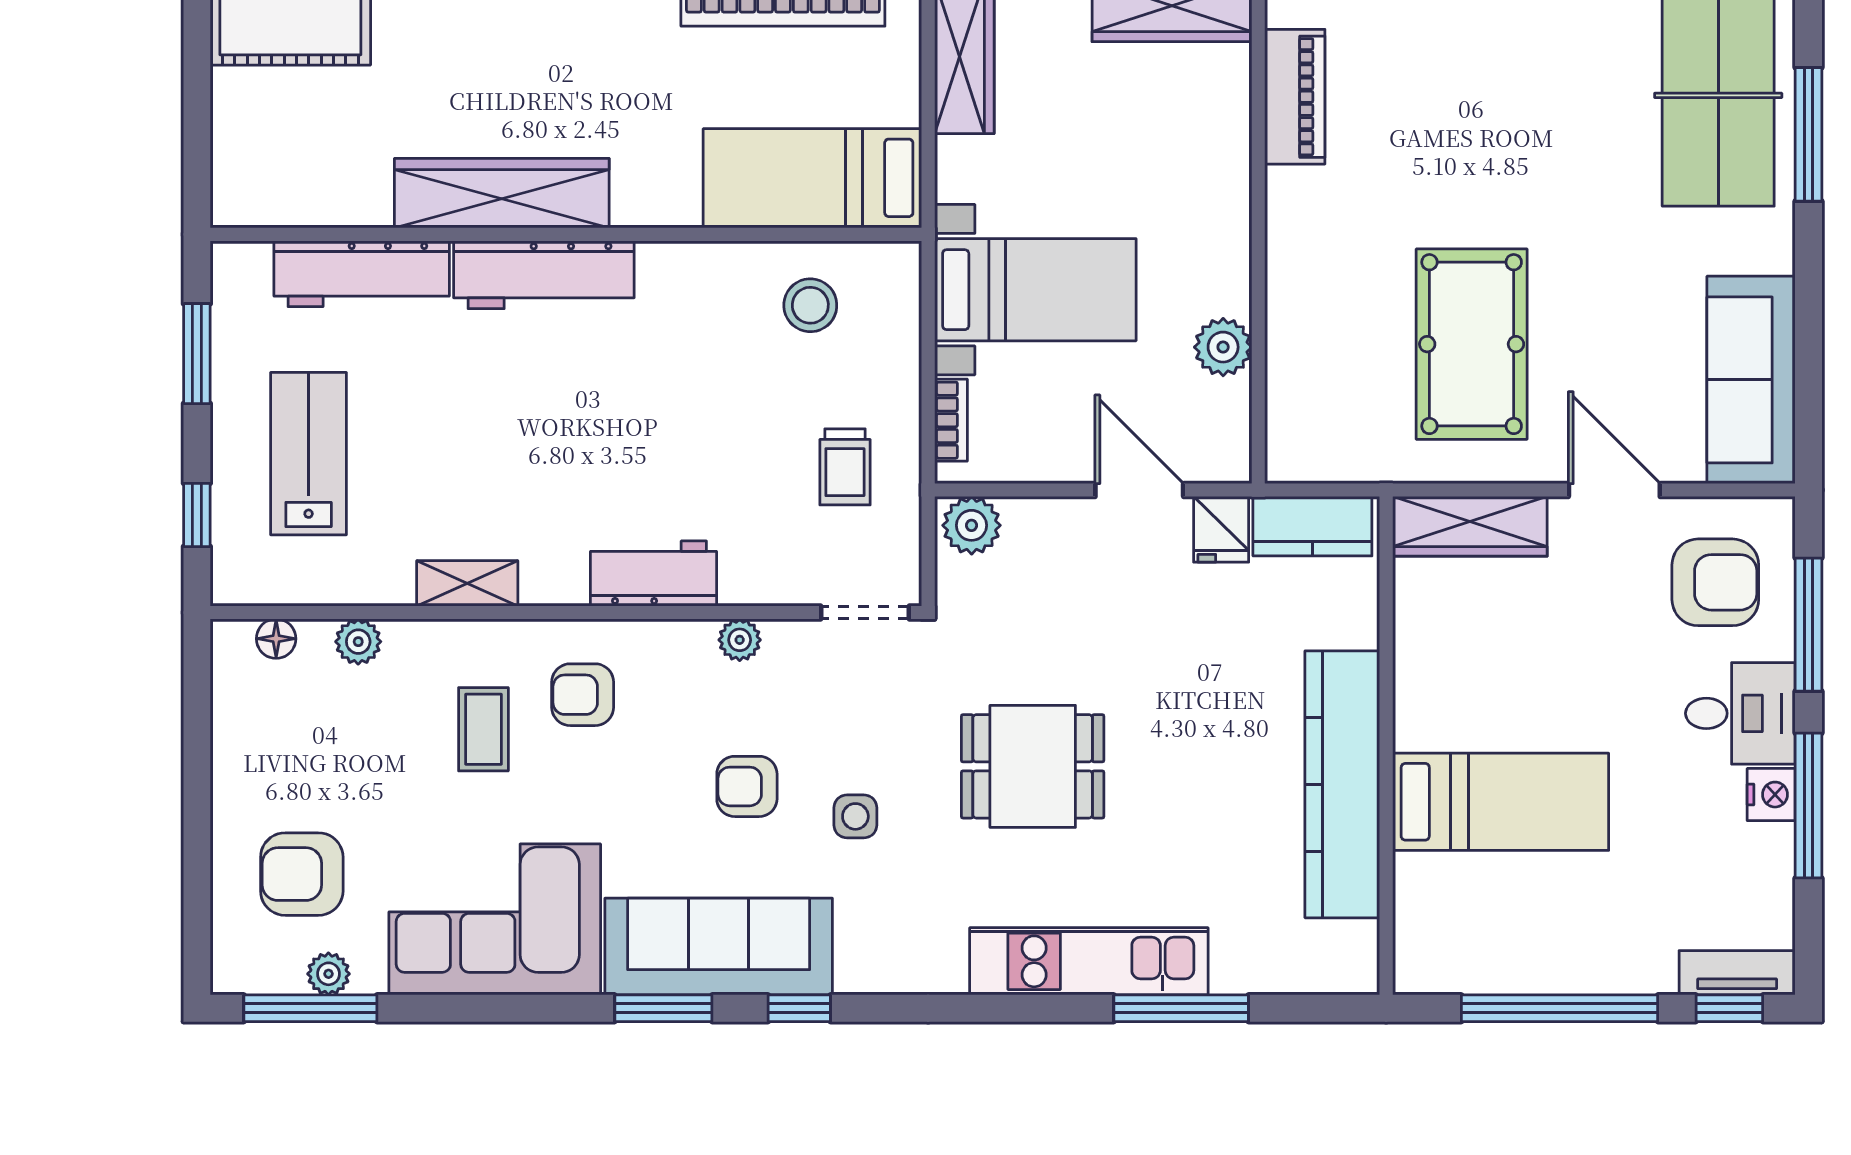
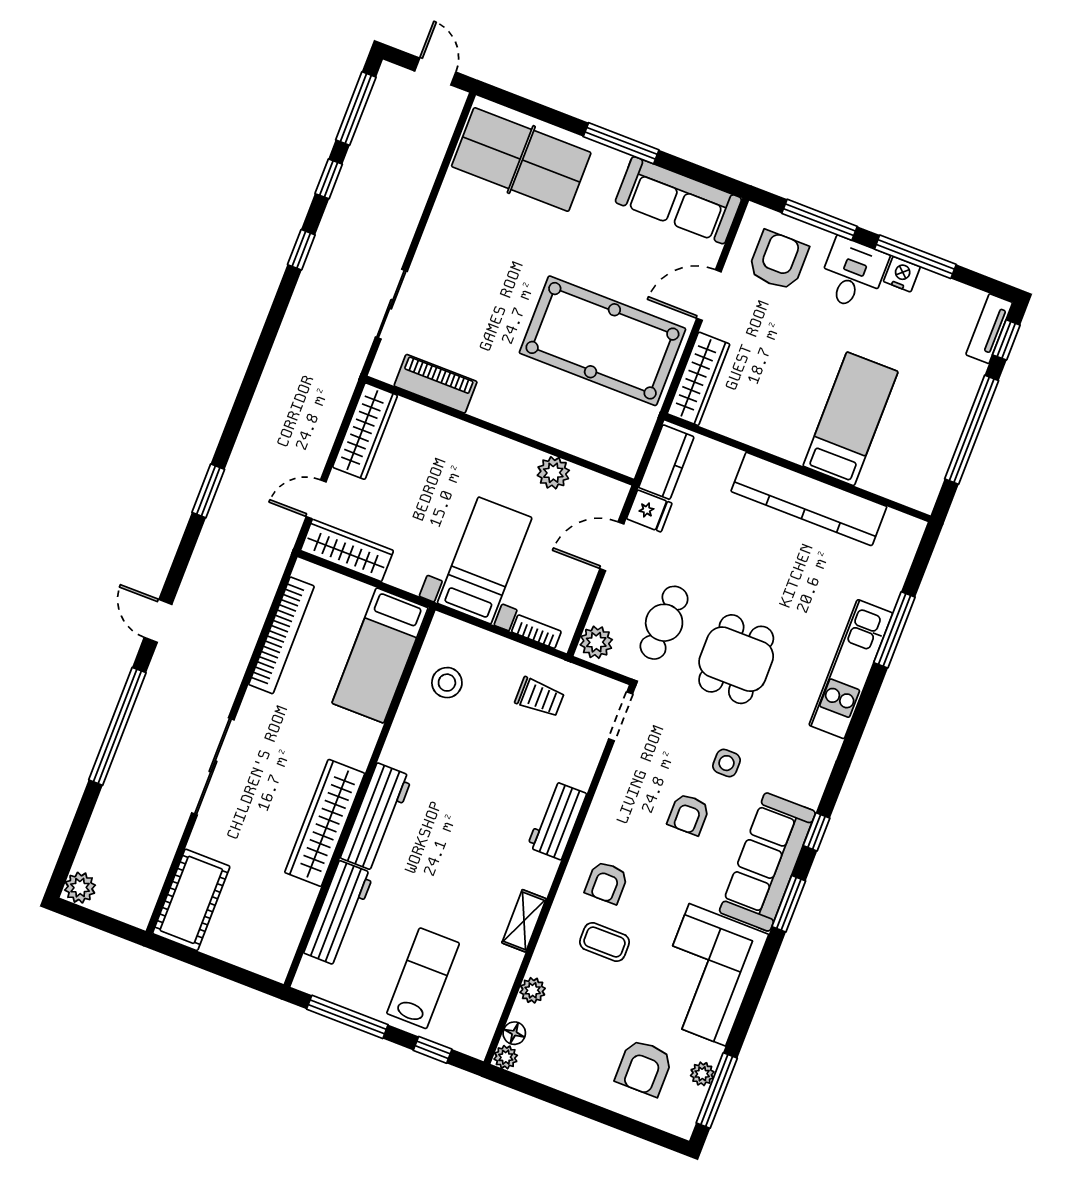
window: (1808, 134) -> (621, 143), moved
pool table: (1472, 344) -> (602, 341), width x1.36, depth x1.32
window: (197, 354) -> (347, 1017), width x1.44
lab bench: (309, 454) -> (423, 978), turned 90
cafe table: (1047, 625) -> (664, 623), added
plant: (740, 640) -> (506, 1057), moved

